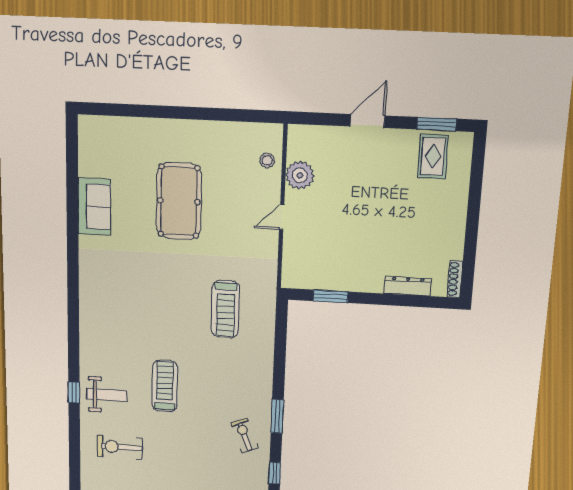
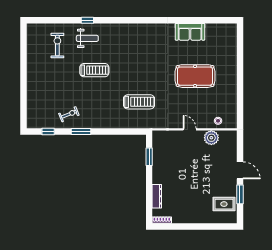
window: (436, 124) -> (240, 194), moved
treadmill: (225, 309) -> (139, 102), turned 180
weight bench: (107, 395) -> (87, 38), turned -90

